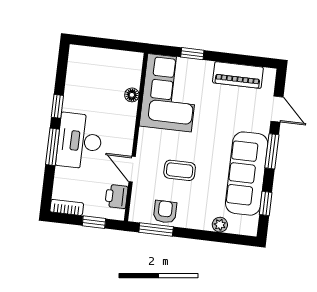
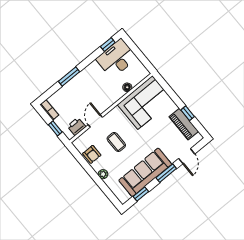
window: (192, 54) -> (188, 113), moved
window: (57, 106) -> (108, 45), moved
desk: (80, 141) -> (117, 58), moved
armchair: (165, 212) -> (92, 154), turned 90
plant: (220, 225) -> (103, 174), moved
window: (156, 230) -> (80, 159), removed

